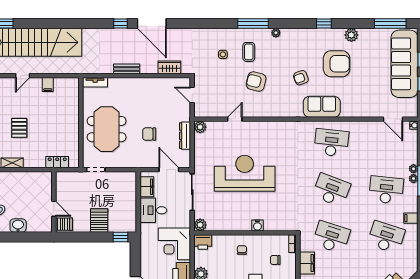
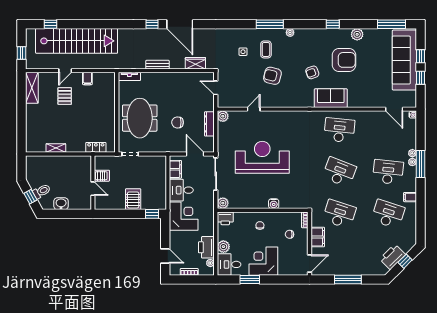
pallet: (19, 128) -> (65, 96), moved
server rack: (64, 224) -> (102, 176), moved
corner desk: (174, 244) -> (184, 216), moved, turned 180

